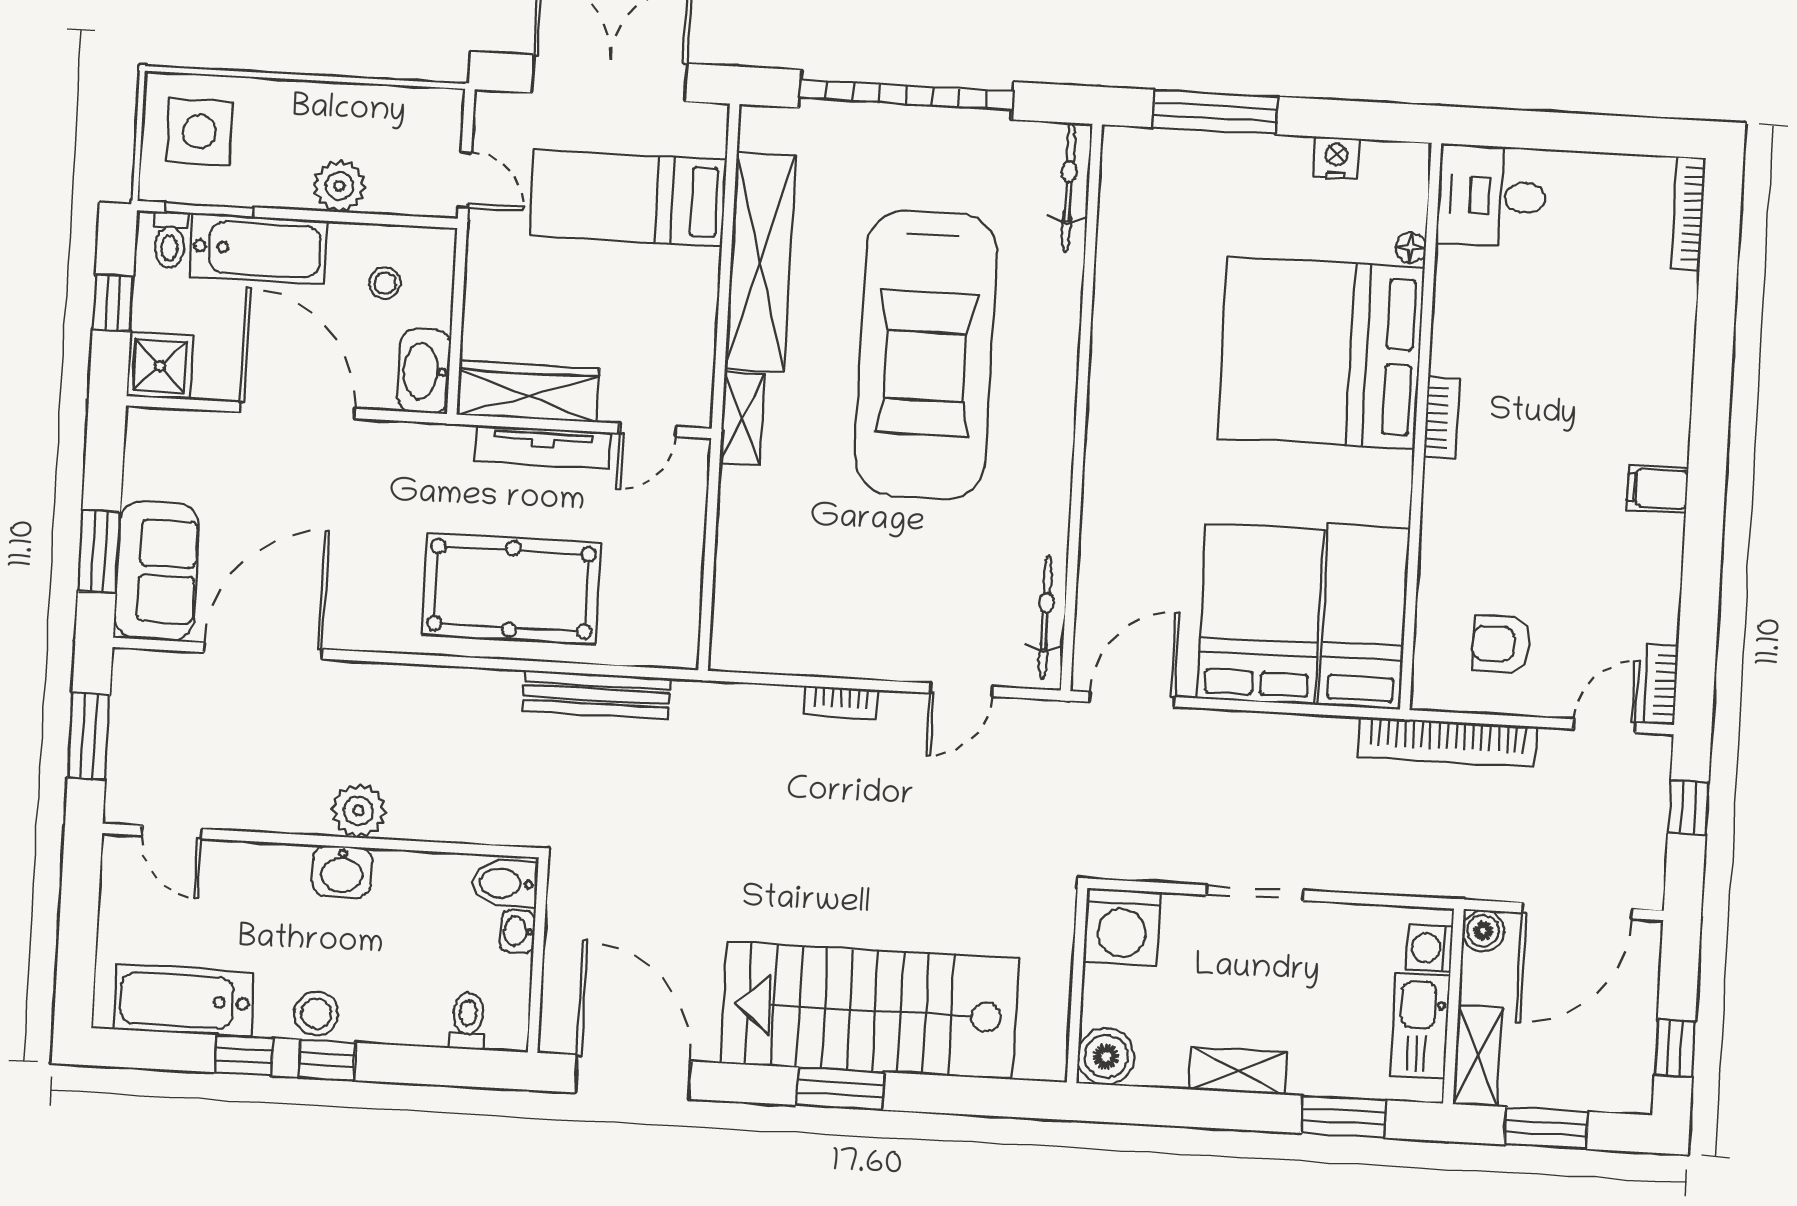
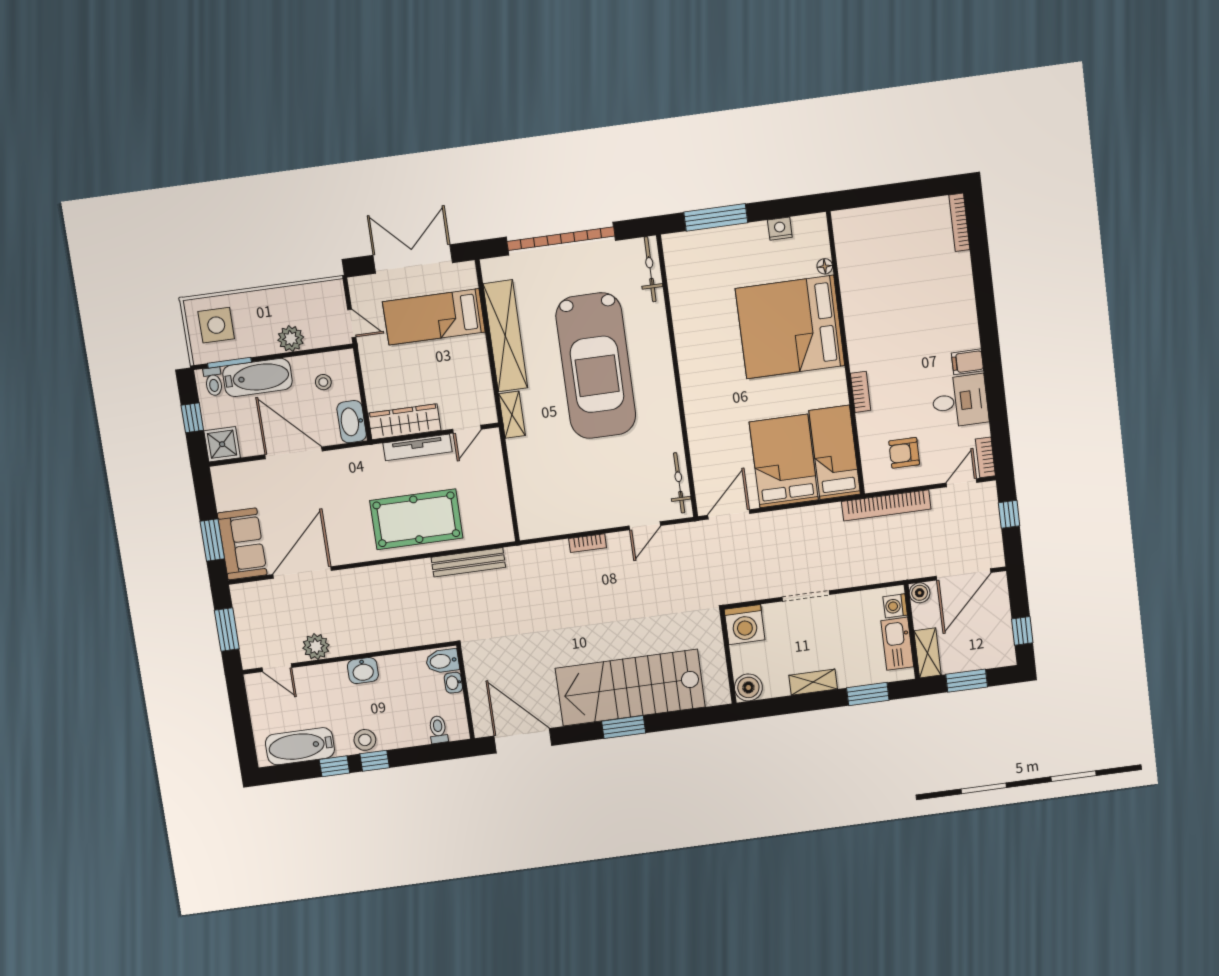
desk: (1492, 196) -> (960, 401), moved, turned 180
bookcase: (1442, 418) -> (861, 392), moved
plant: (358, 811) -> (316, 647), moved

